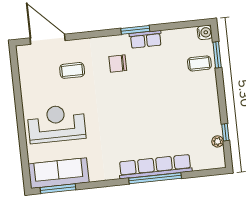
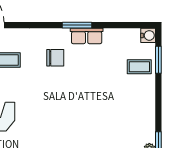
chair: (118, 63) -> (55, 58), turned 180

